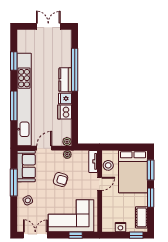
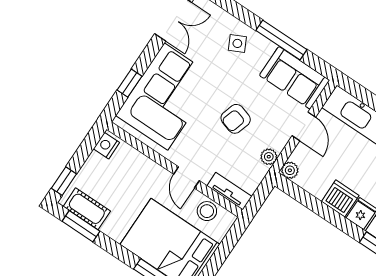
window: (151, 198) -> (81, 226), moved
nightstand: (120, 227) -> (106, 146), moved

